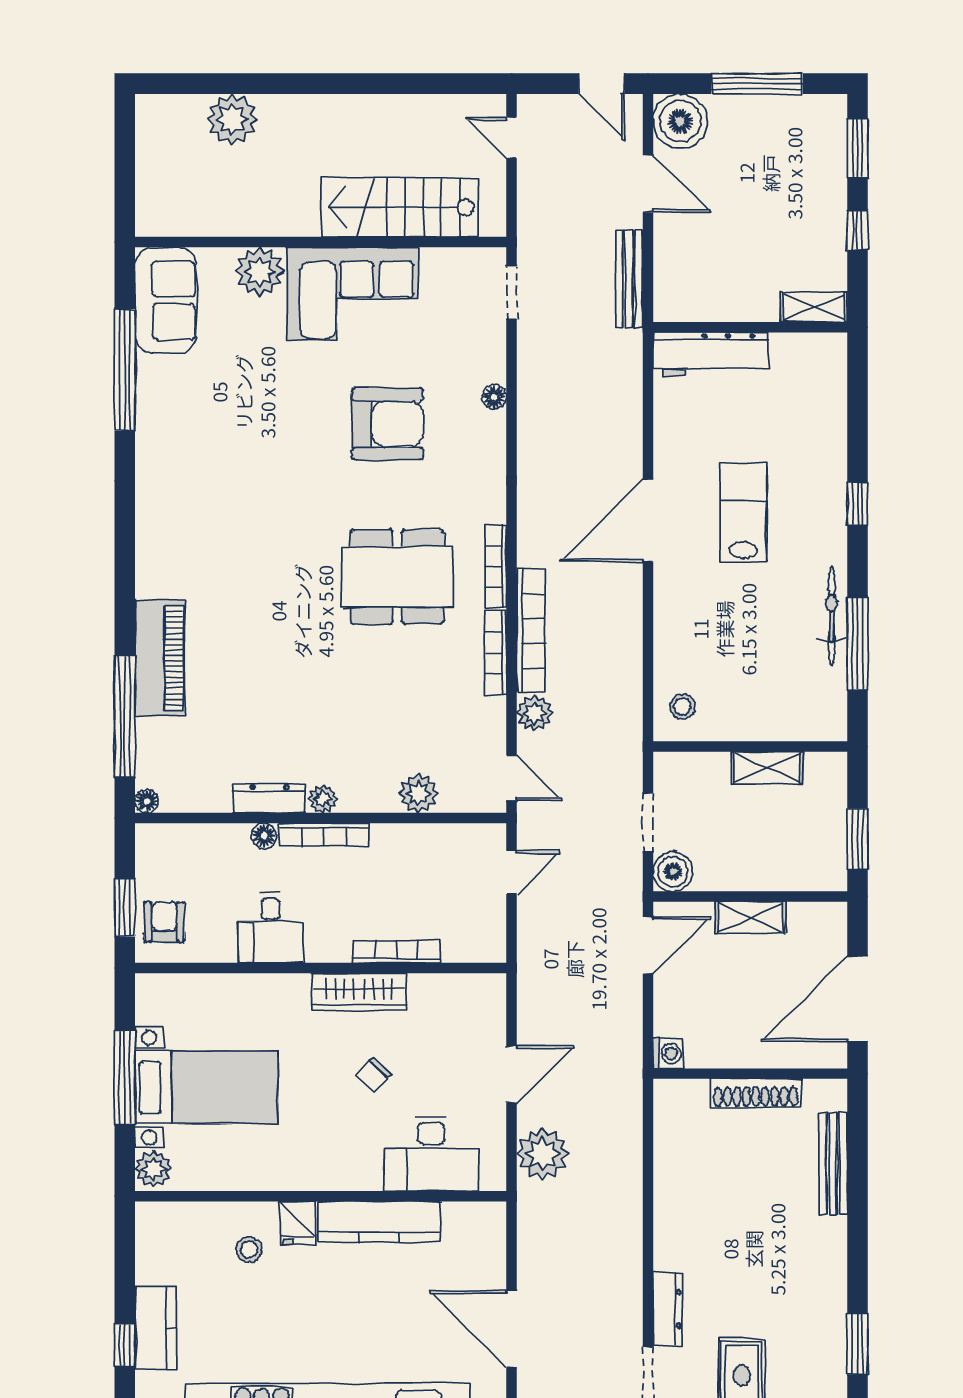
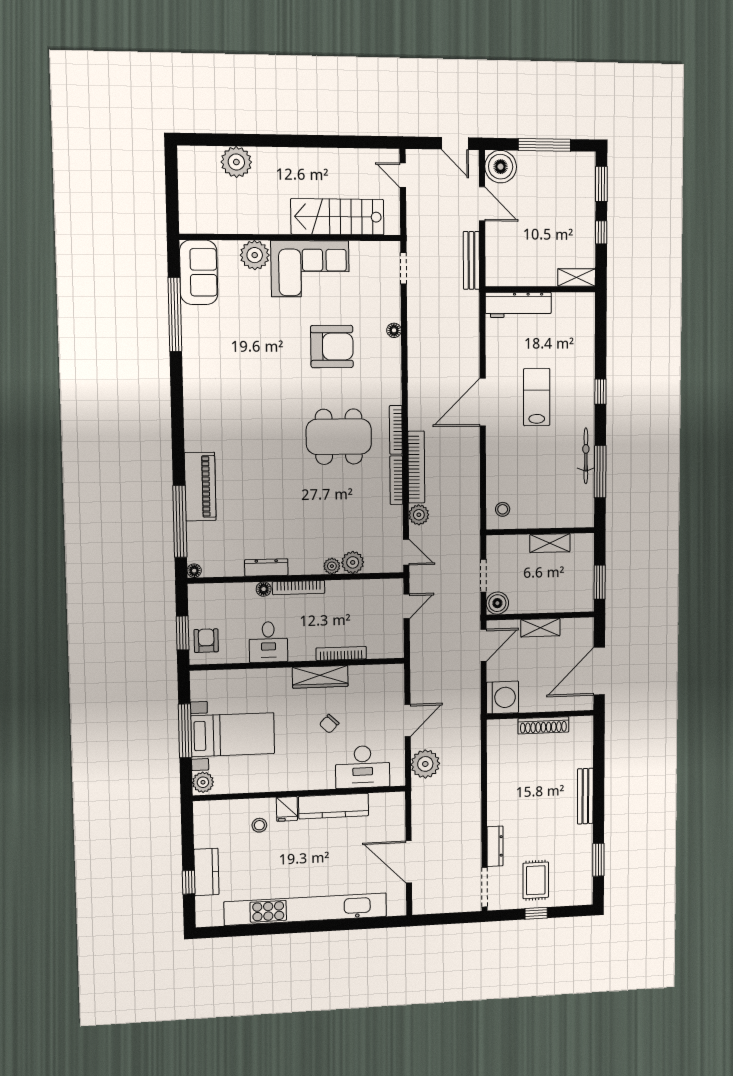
plant: (323, 799) -> (332, 566), moved
washing machine: (668, 1053) -> (503, 697), width x1.89, depth x1.89
bench: (833, 1164) -> (585, 796), moved

